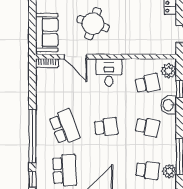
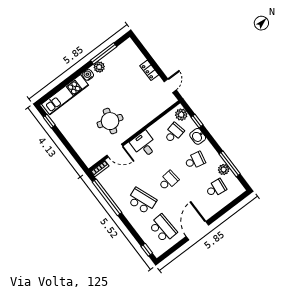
sofa: (47, 32) -> (85, 149), removed
window: (32, 136) -> (107, 197), moved
plant: (169, 171) -> (224, 170), moved

